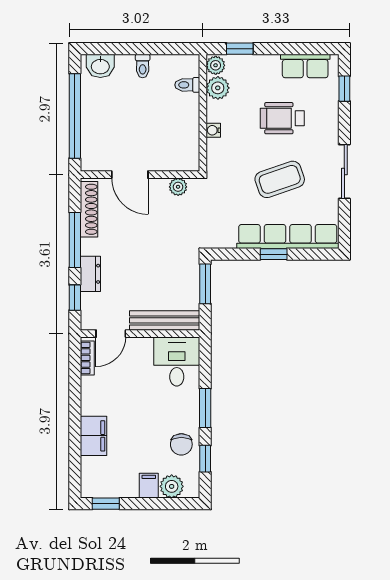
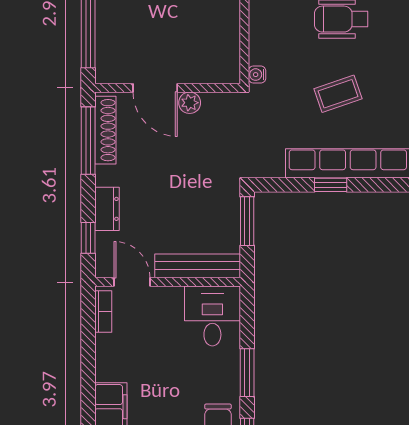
water cooler: (213, 130) -> (257, 75), moved
coffee table: (280, 179) -> (338, 94), width x0.73, depth x0.77
plant: (178, 187) -> (190, 103), moved
window: (75, 240) -> (88, 141), moved
door: (111, 334) -> (132, 282), swing flipped

